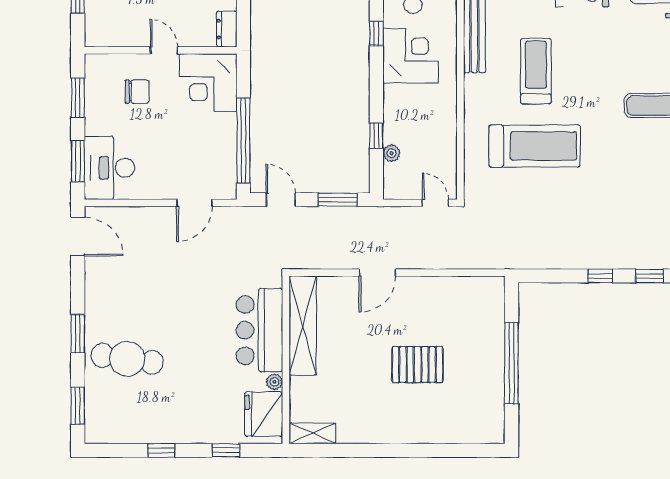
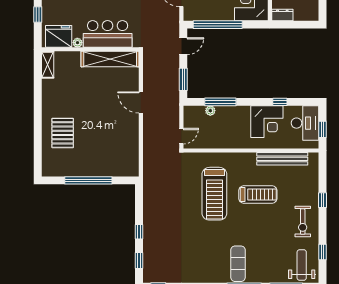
window: (376, 136) -> (220, 102), width x2.17
pallet: (418, 365) -> (63, 133), moved

